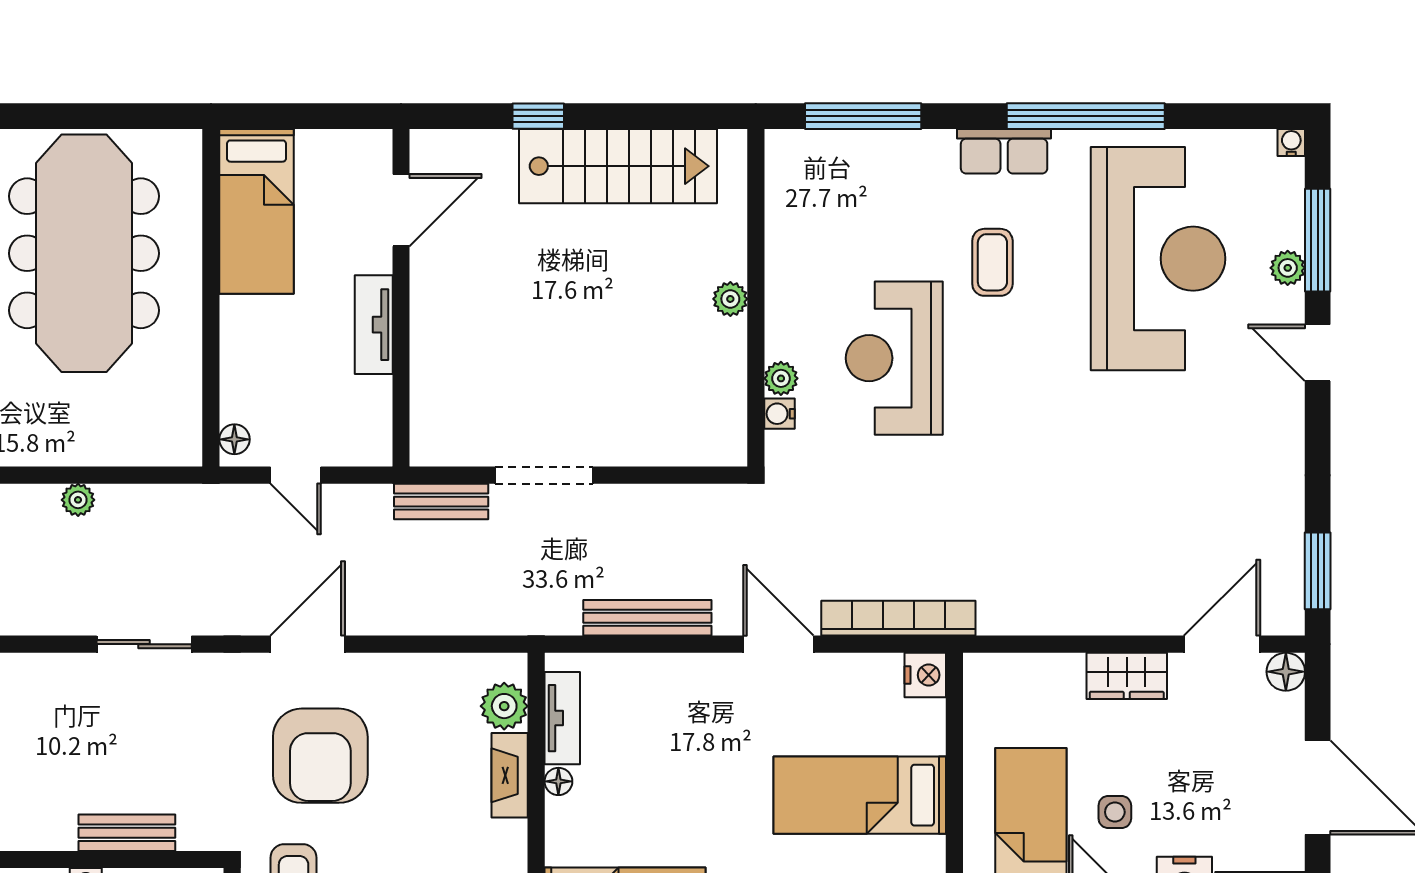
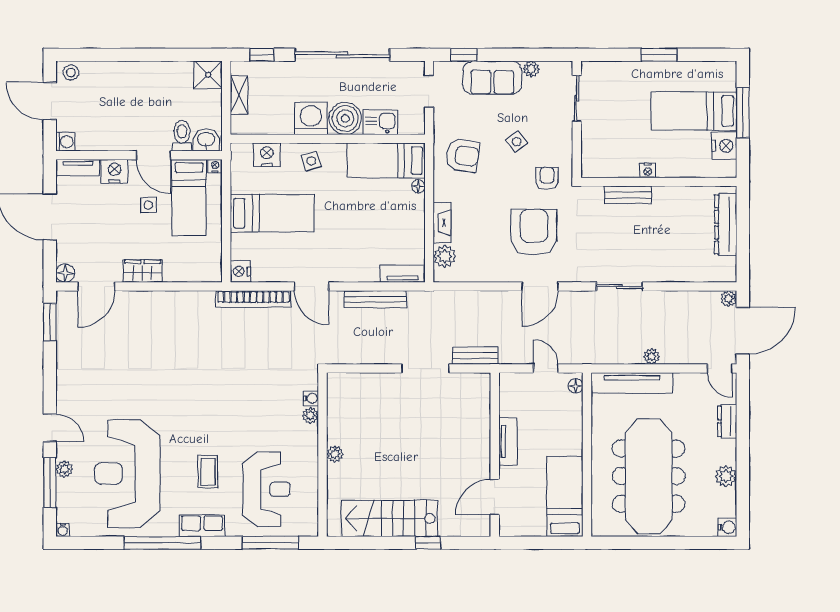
reception desk: (894, 358) -> (266, 489), moved
tv unit: (118, 445) -> (632, 383), added
tv unit: (562, 718) -> (403, 274), moved, turned 90
floor lamp: (558, 781) -> (418, 186), moved

